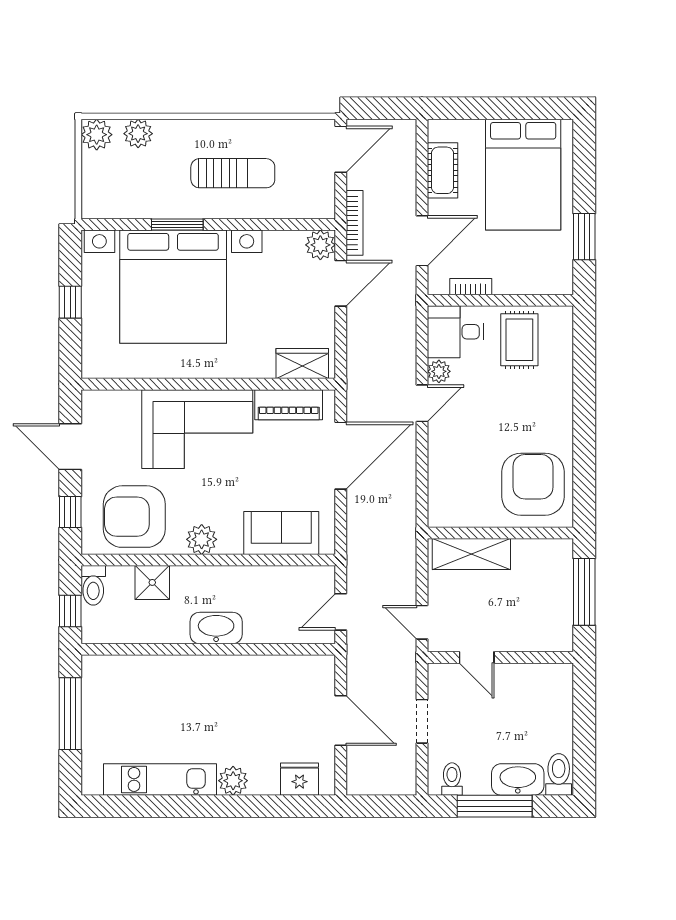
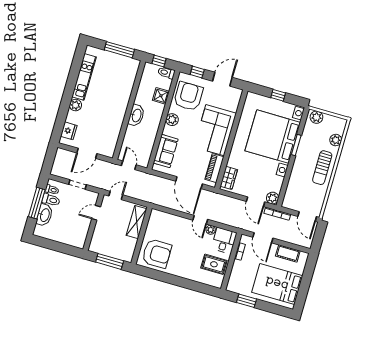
plant: (97, 135) -> (316, 117), moved
sun lounger: (233, 173) -> (322, 168), moved
toilet: (559, 774) -> (51, 200), moved

